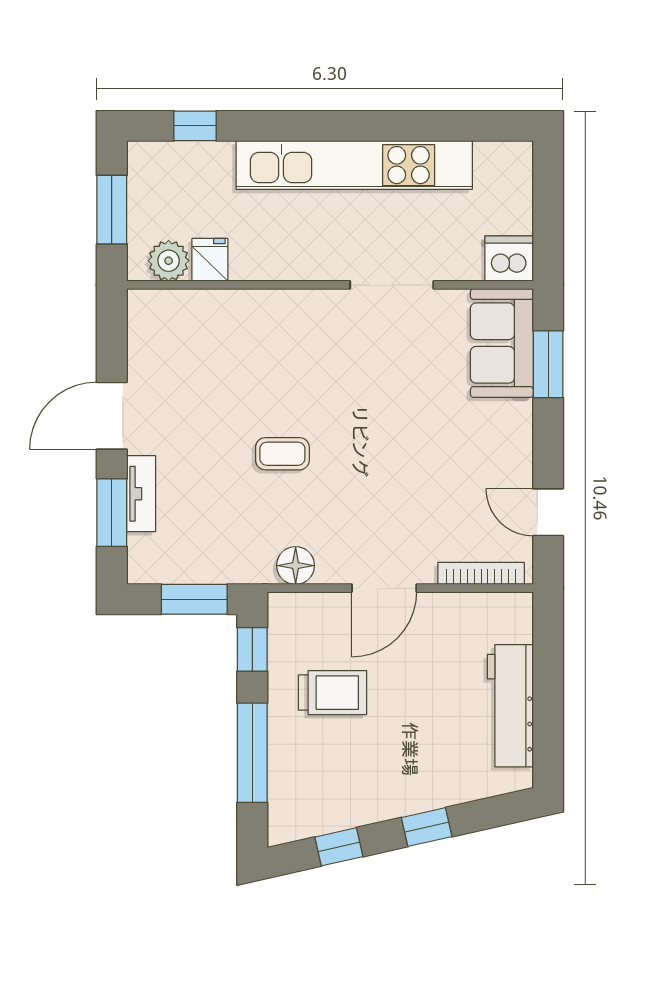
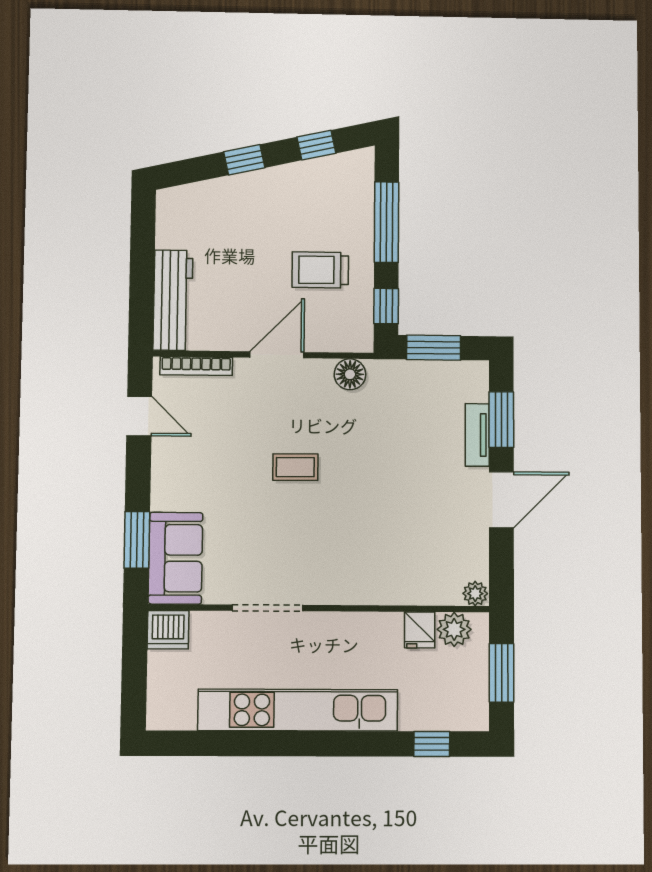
plant: (143, 303) -> (475, 594), added
coffee table: (282, 454) -> (295, 467), moved
workbench: (510, 706) -> (173, 300), moved

